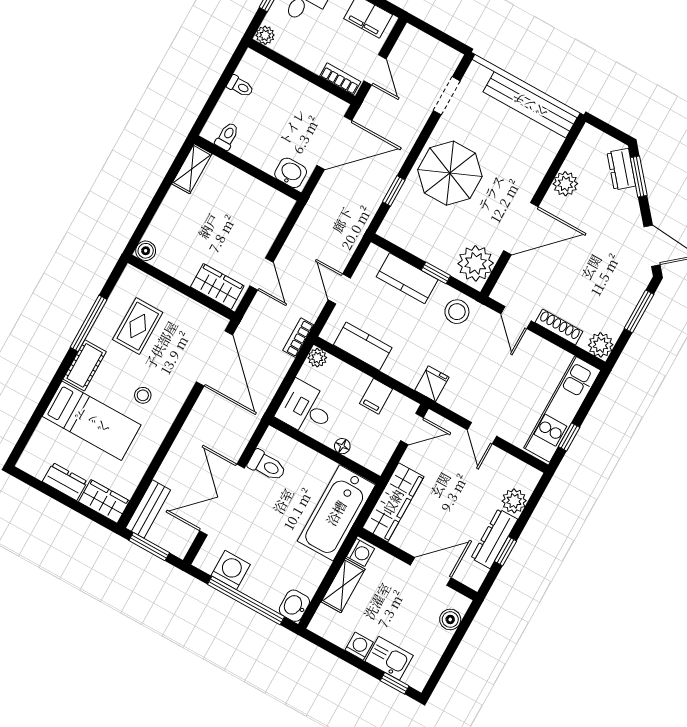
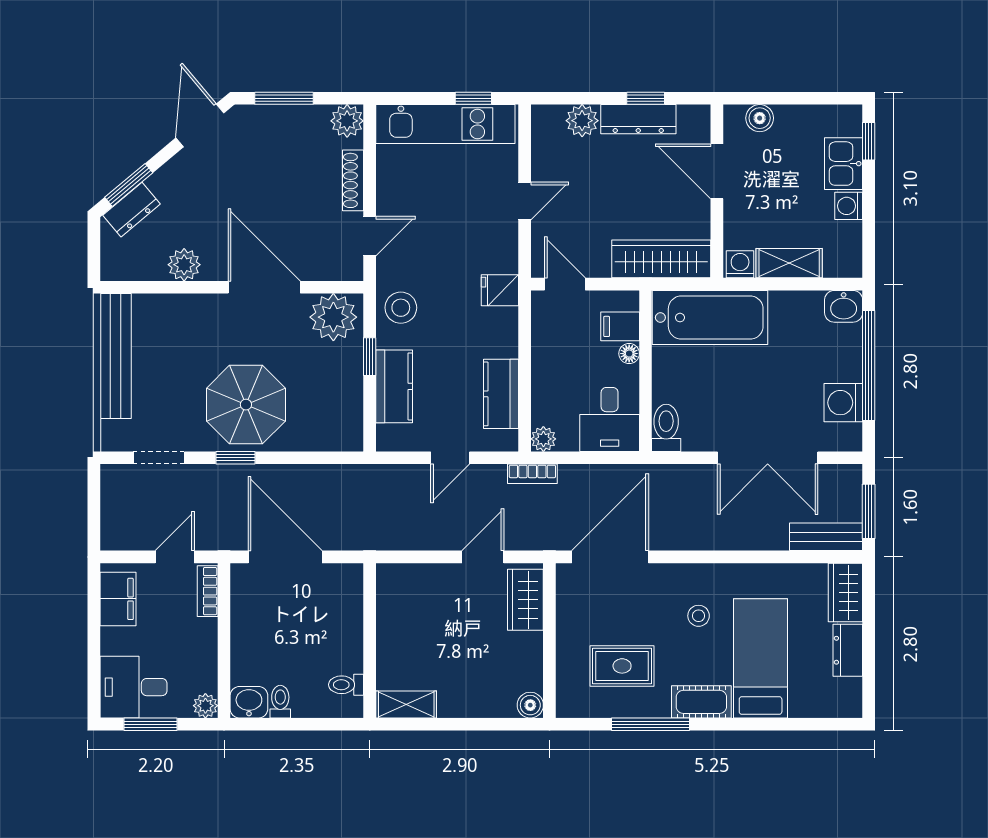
washbasin: (291, 173) -> (249, 702), moved, turned 90
window: (394, 191) -> (235, 458), moved
filing cabinet: (376, 396) -> (620, 326), moved, turned 180
toilet: (267, 466) -> (666, 428), moved

